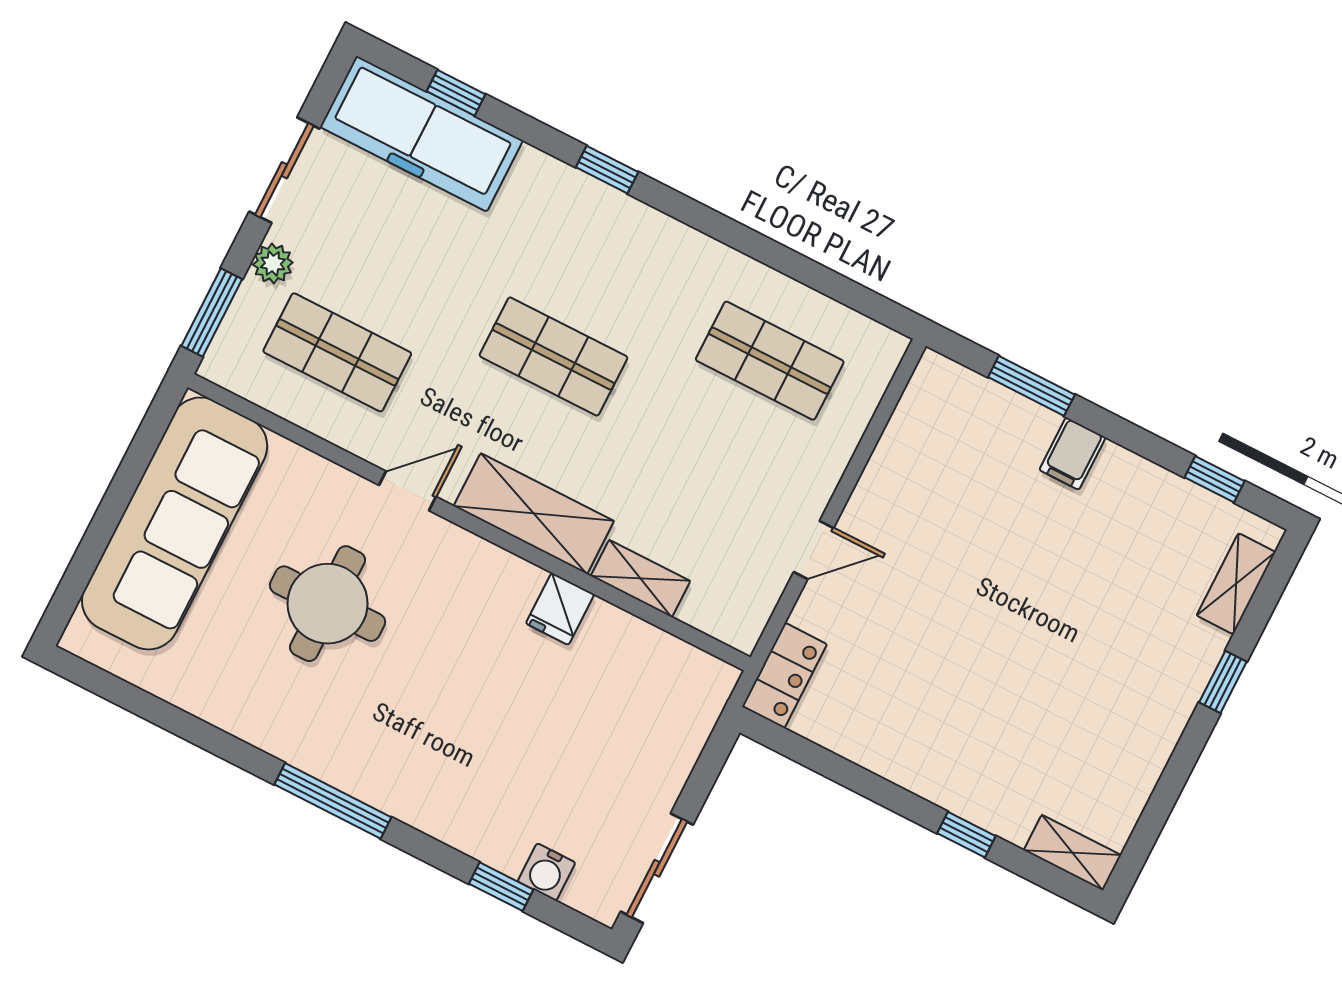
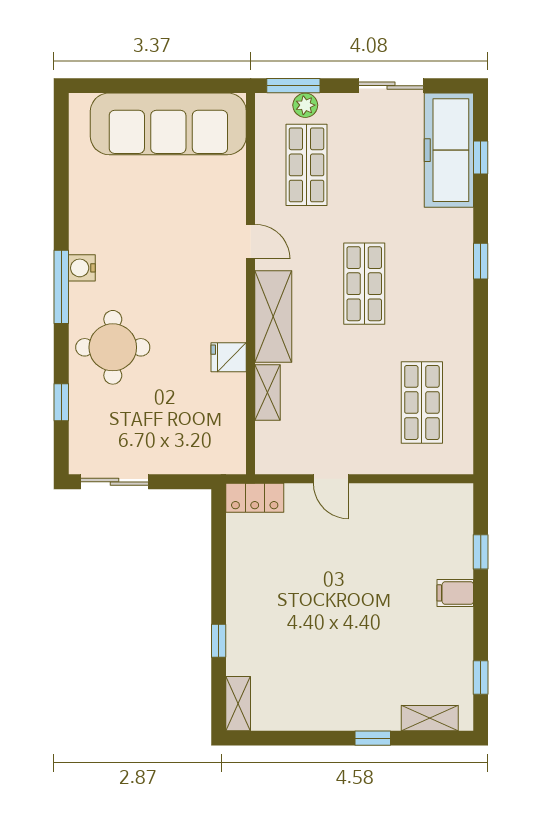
plant: (273, 263) -> (305, 105), moved
window: (1031, 386) -> (481, 552), width x0.67
round table: (328, 604) -> (113, 347), moved
water cooler: (547, 872) -> (82, 268), moved

